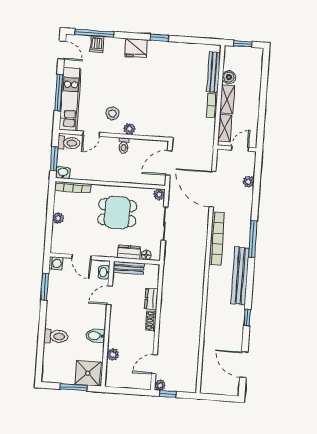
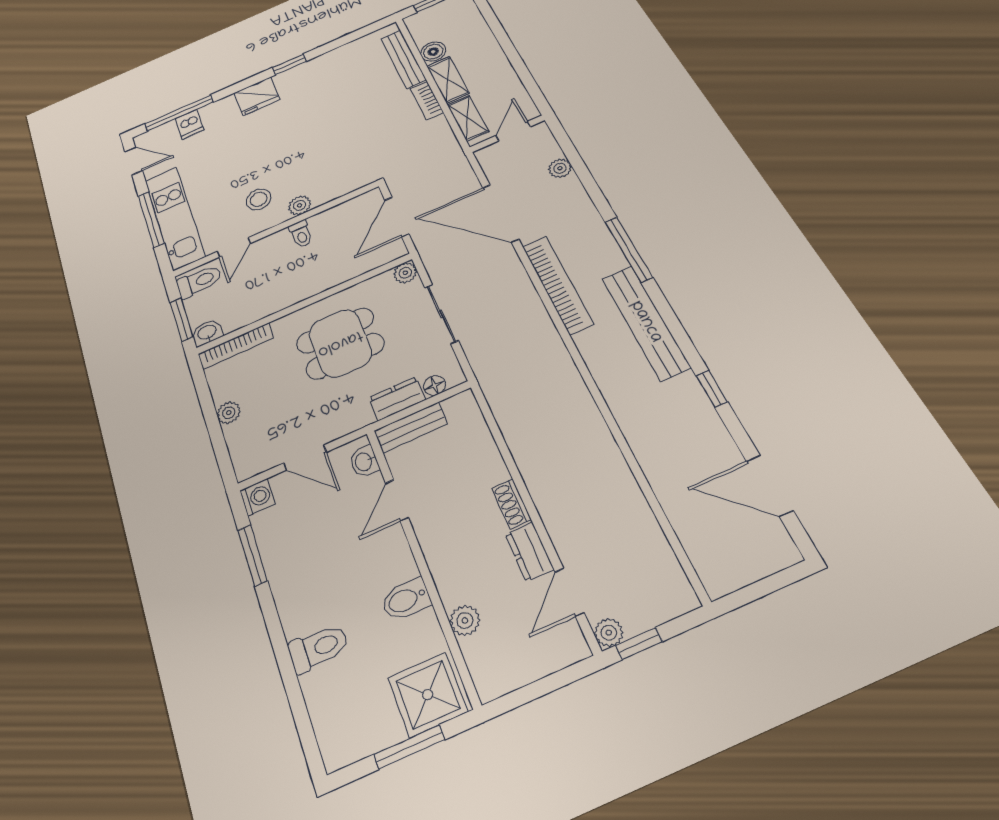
dresser: (151, 299) -> (529, 552), moved

